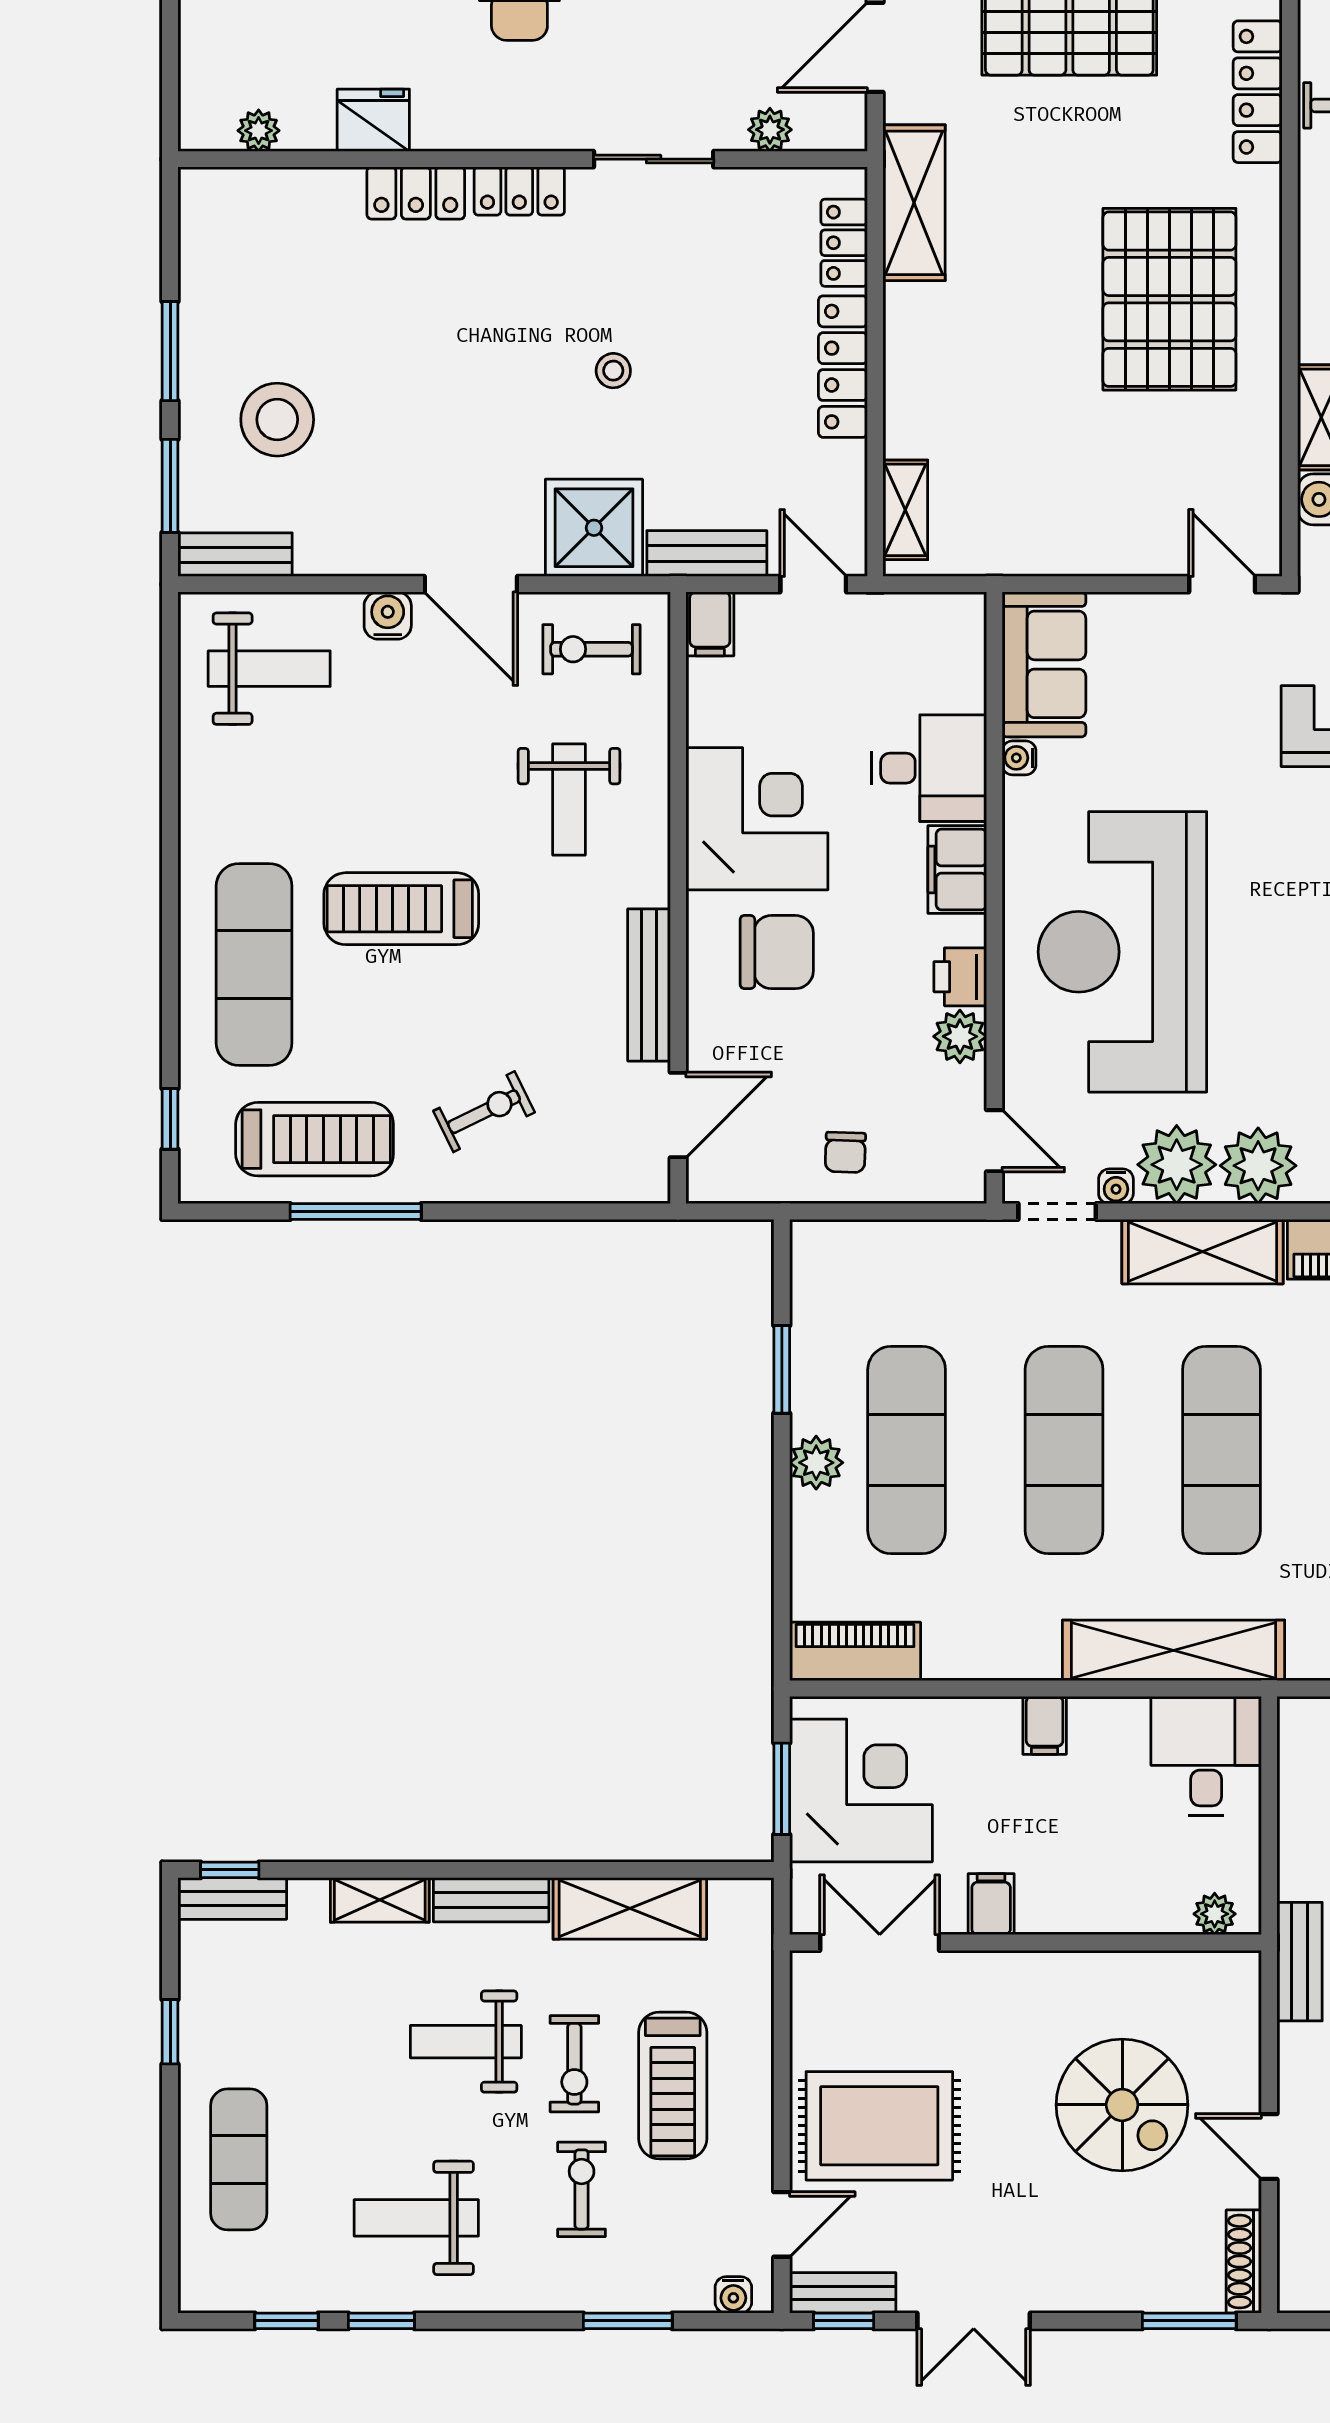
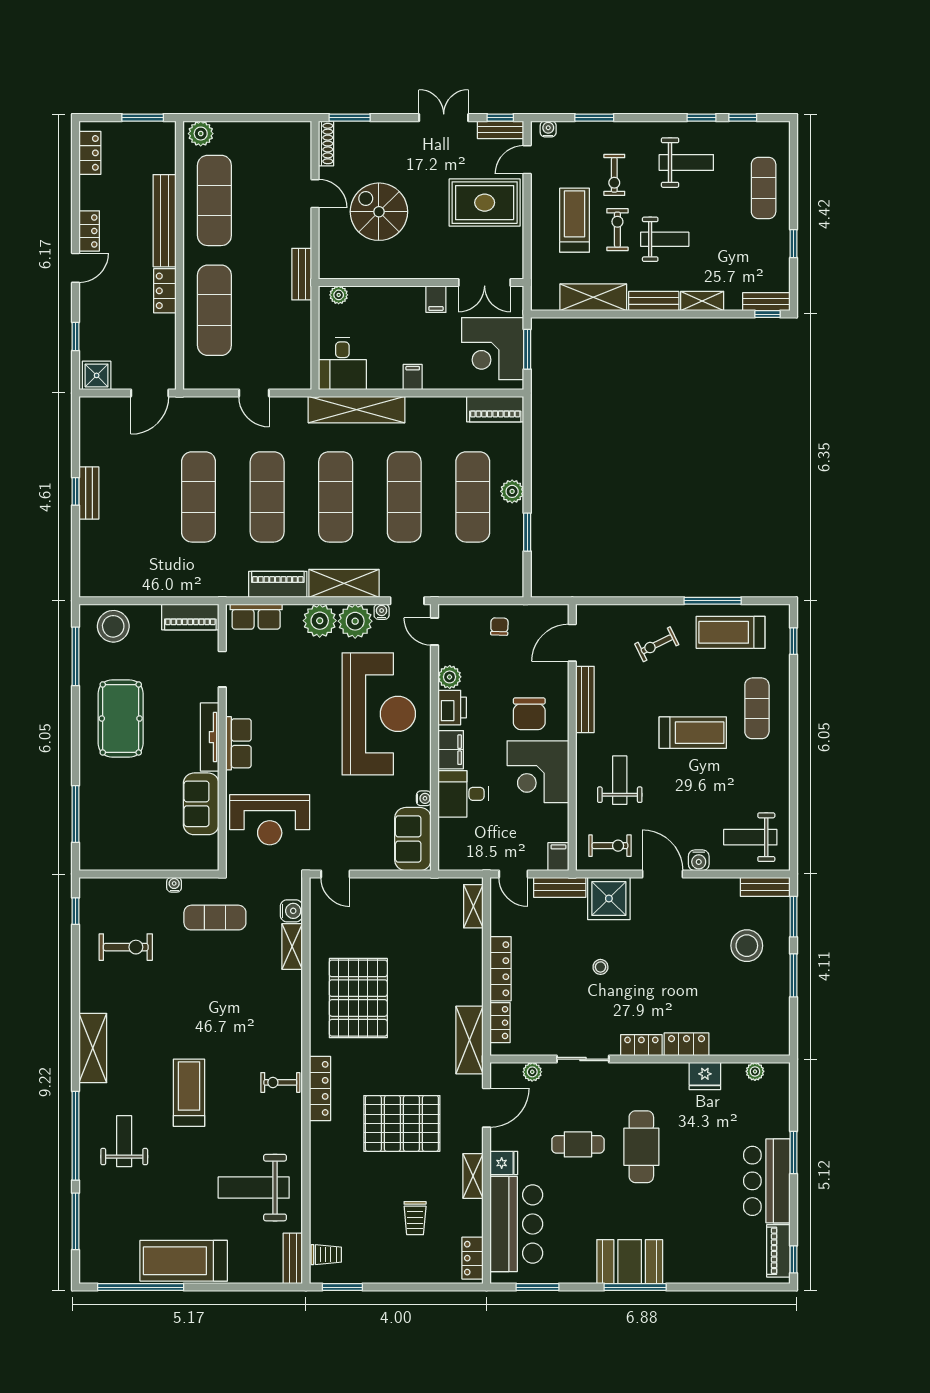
chair: (777, 952) -> (529, 714), turned -90
exercise mat: (254, 964) -> (757, 708), width x0.73, depth x0.69
printer: (960, 977) -> (452, 708), width x1.36, depth x1.24

